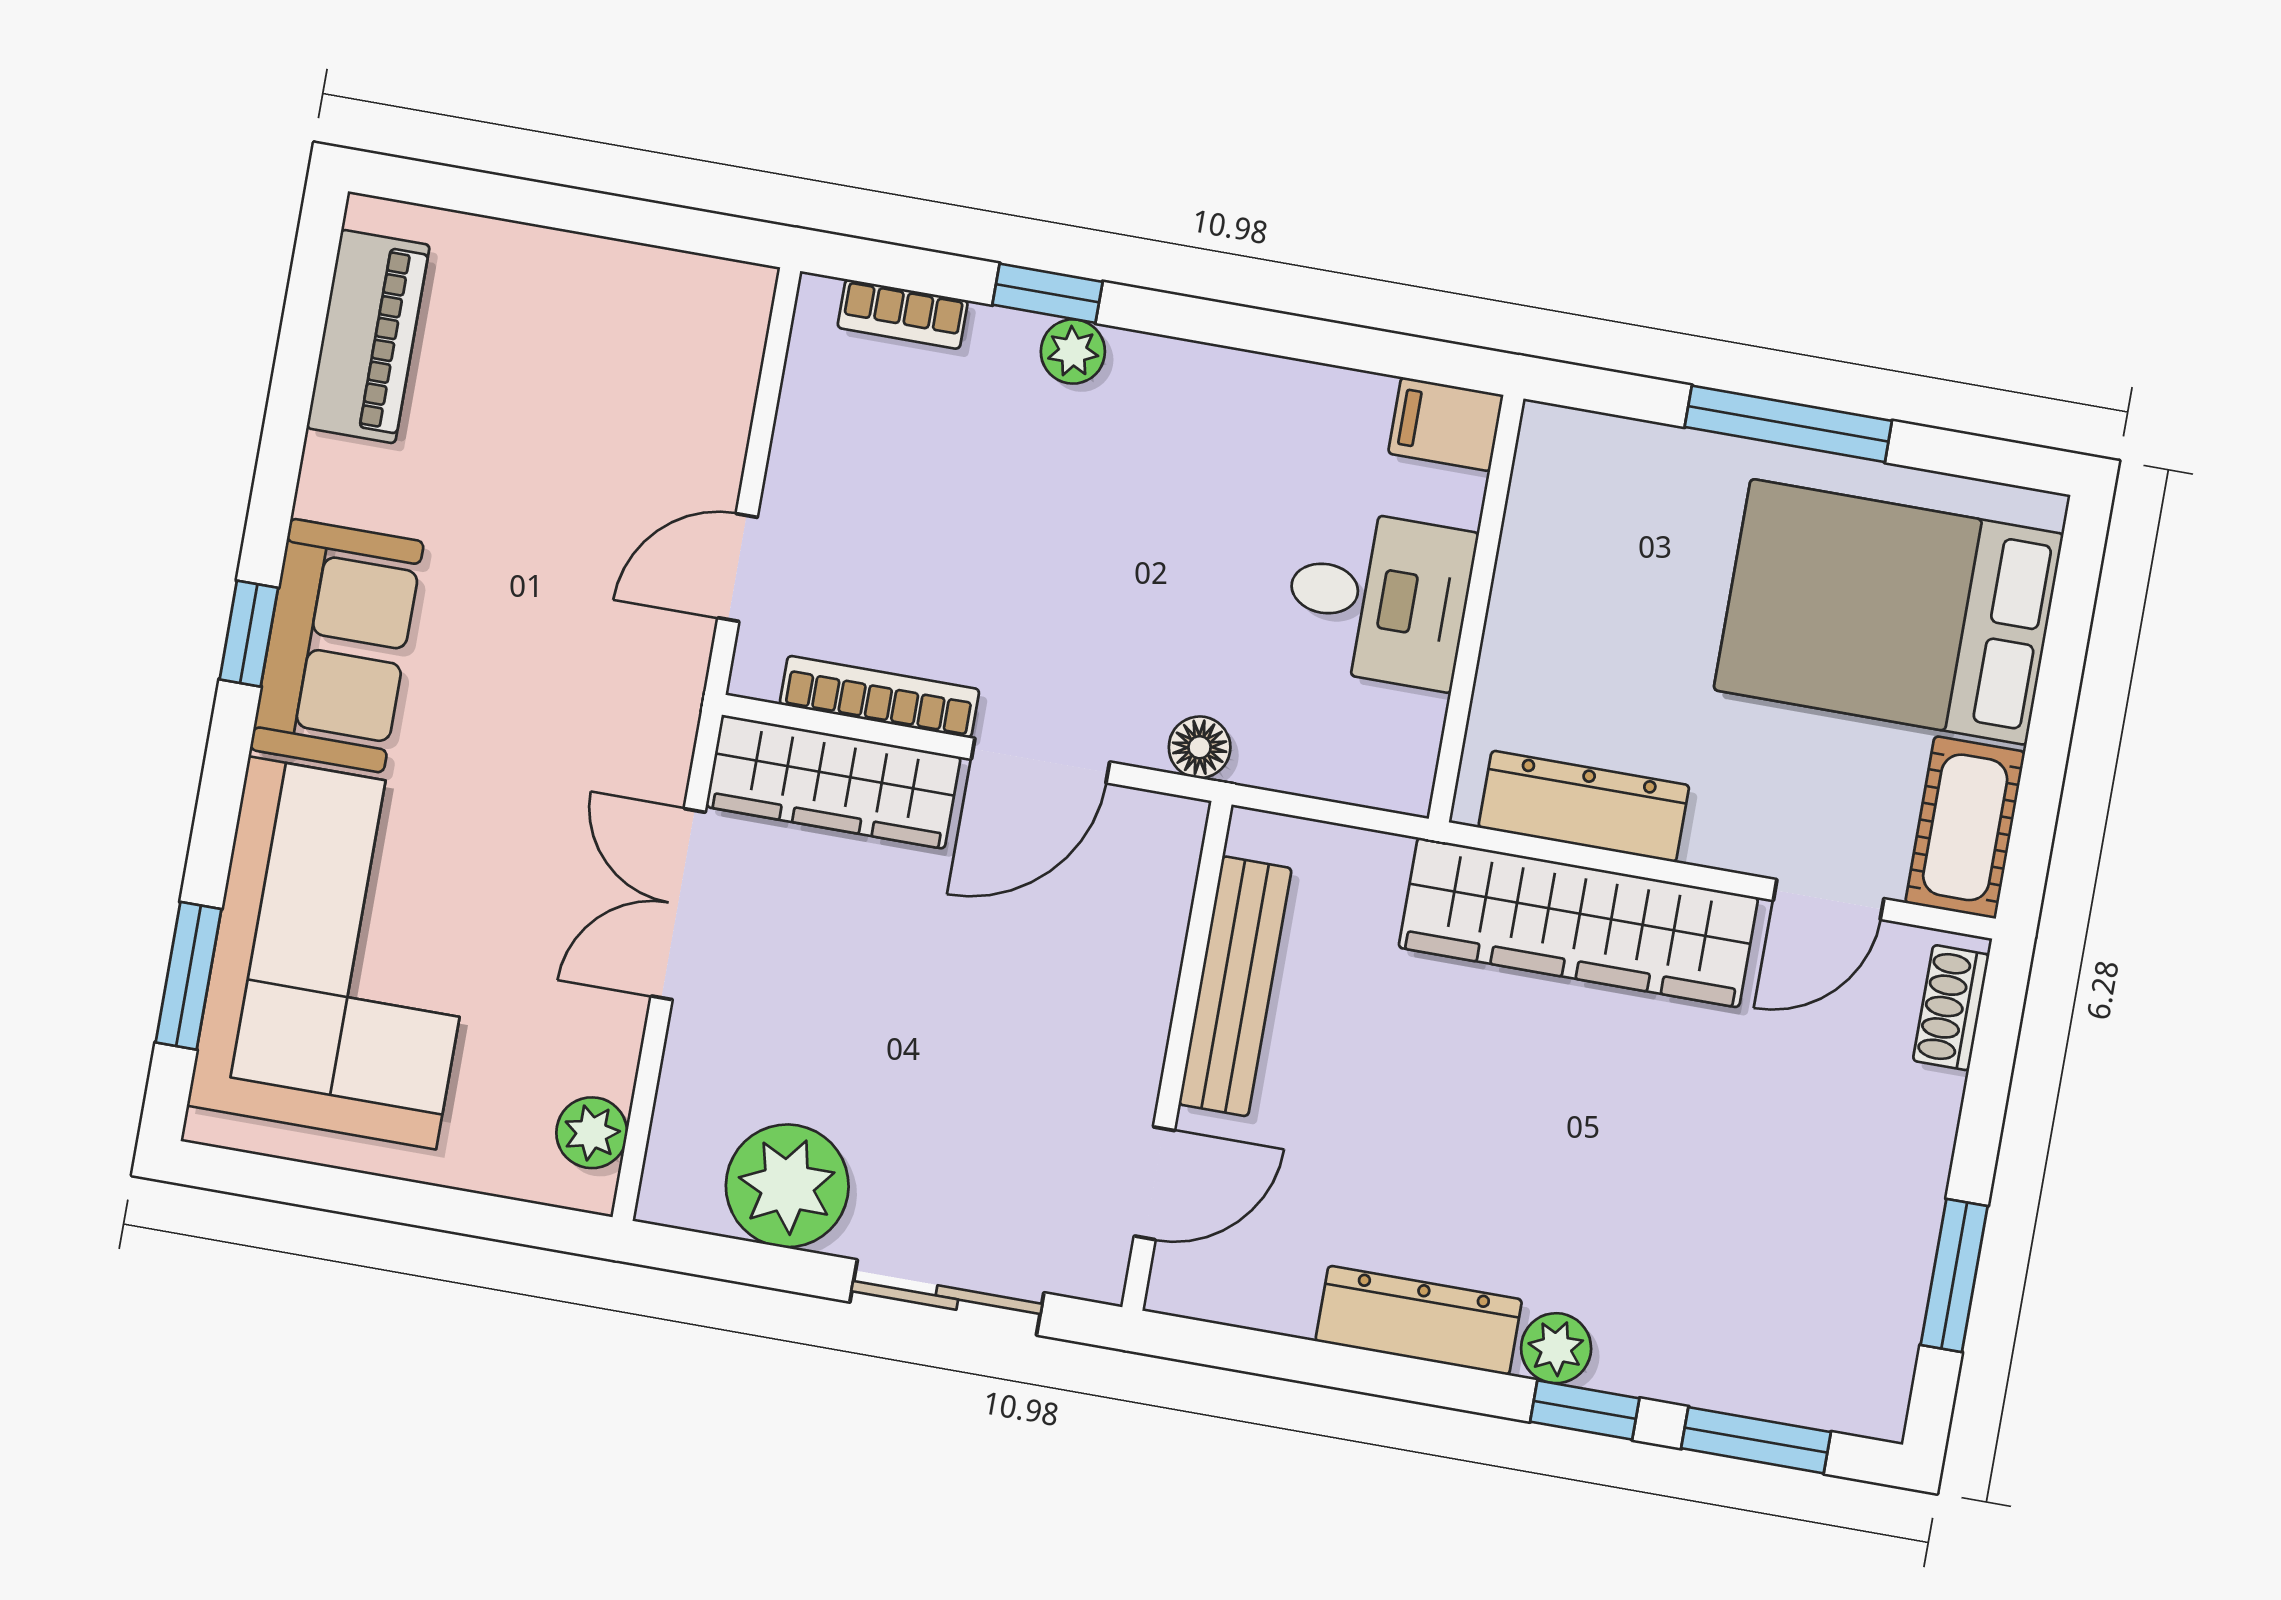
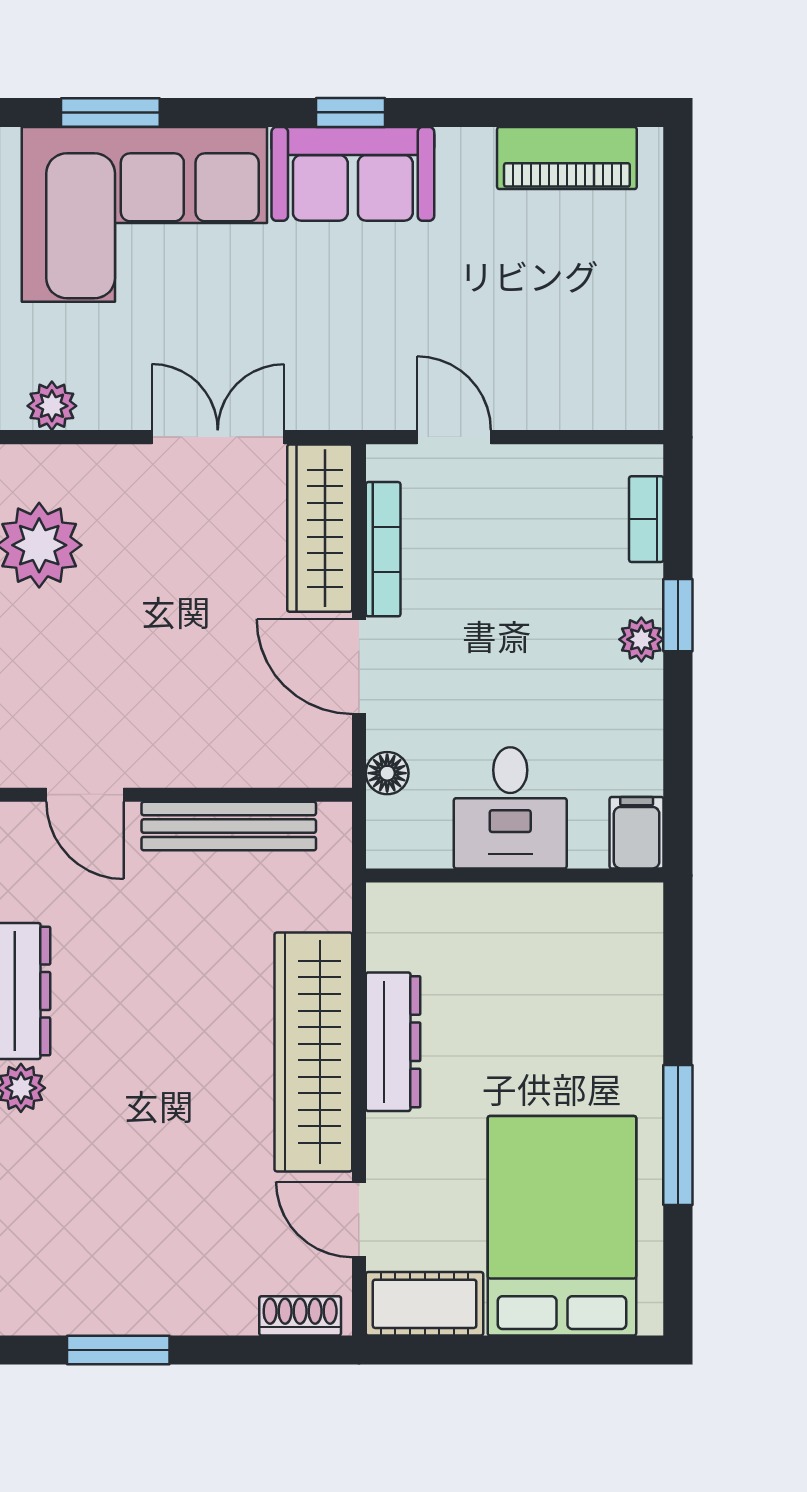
filing cabinet: (1446, 424) -> (637, 833), moved
desk: (1378, 598) -> (510, 808), moved
wall: (1476, 609) -> (515, 875), moved

